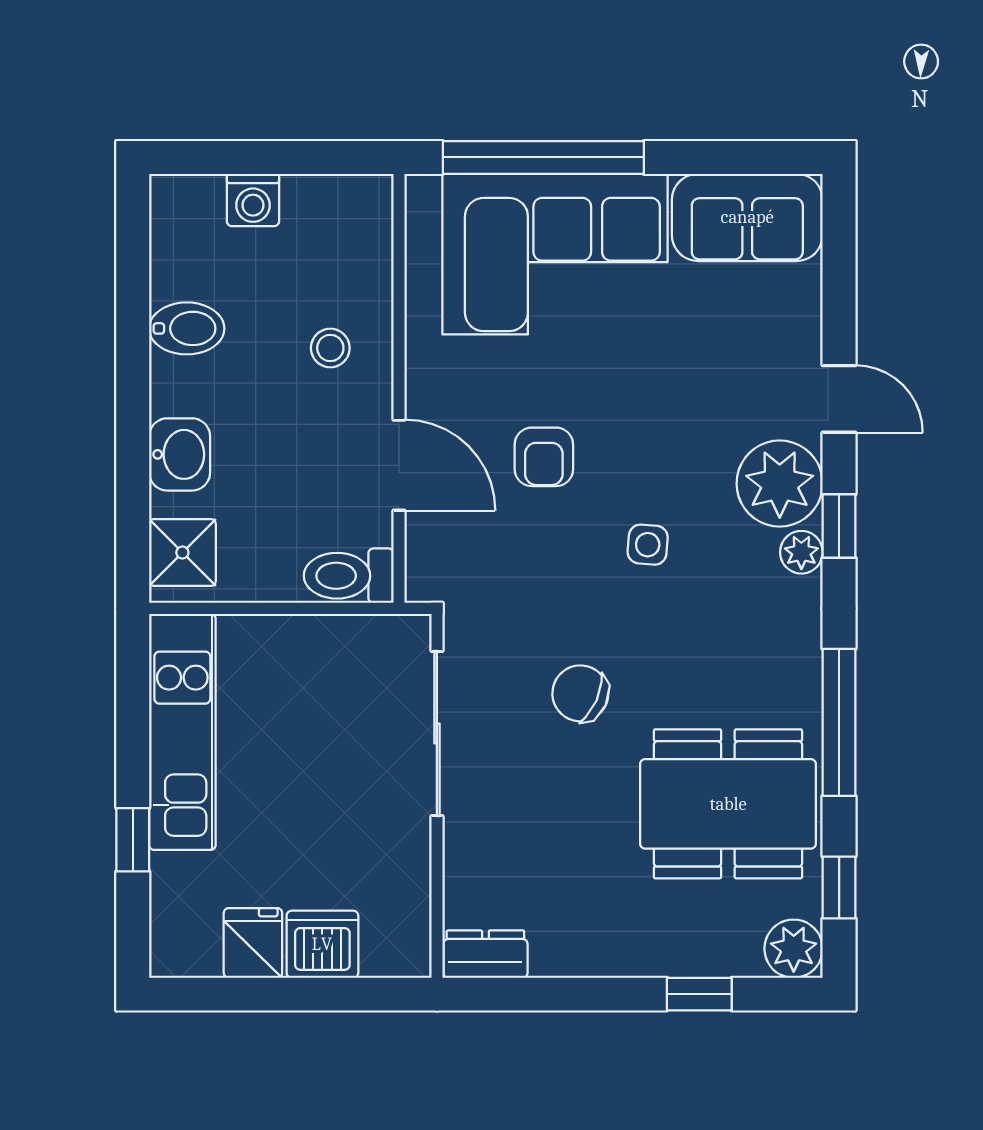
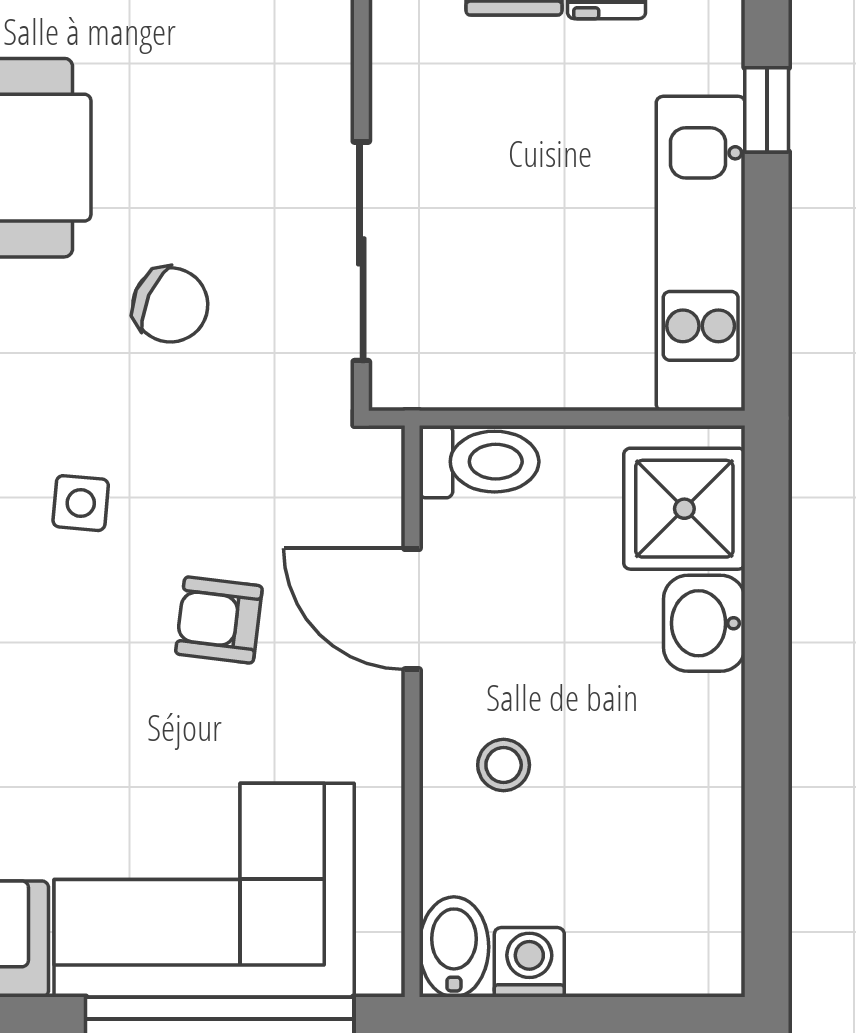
washing machine: (253, 200) -> (529, 962), moved
bidet: (187, 328) -> (454, 947), moved, turned 90
armchair: (544, 457) -> (219, 620), turned -83
shower: (182, 553) -> (684, 509), width x1.36, depth x1.36

